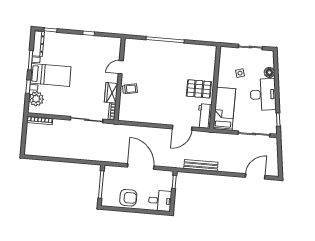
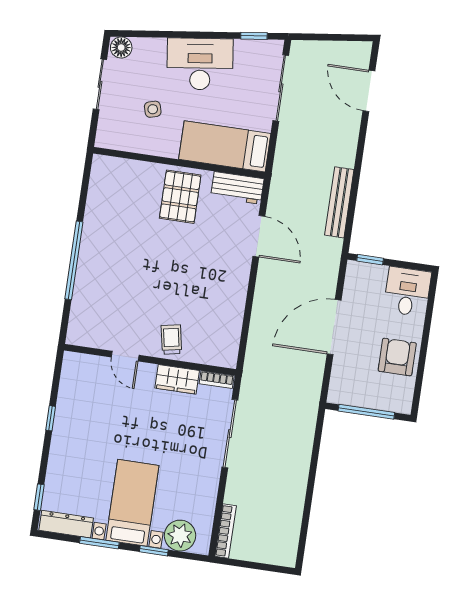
floor lamp: (269, 72) -> (121, 47), moved

